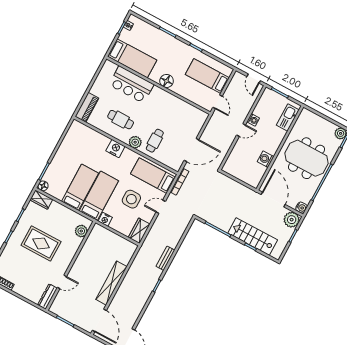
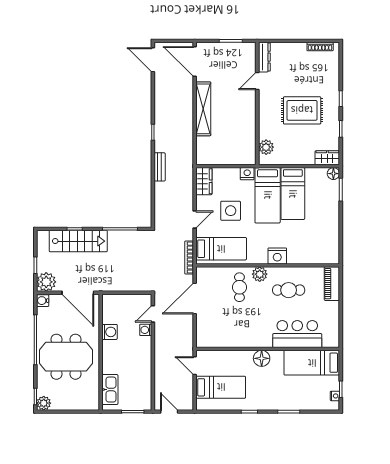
washing machine: (253, 120) -> (146, 330), moved
door: (241, 130) -> (153, 314), moved

